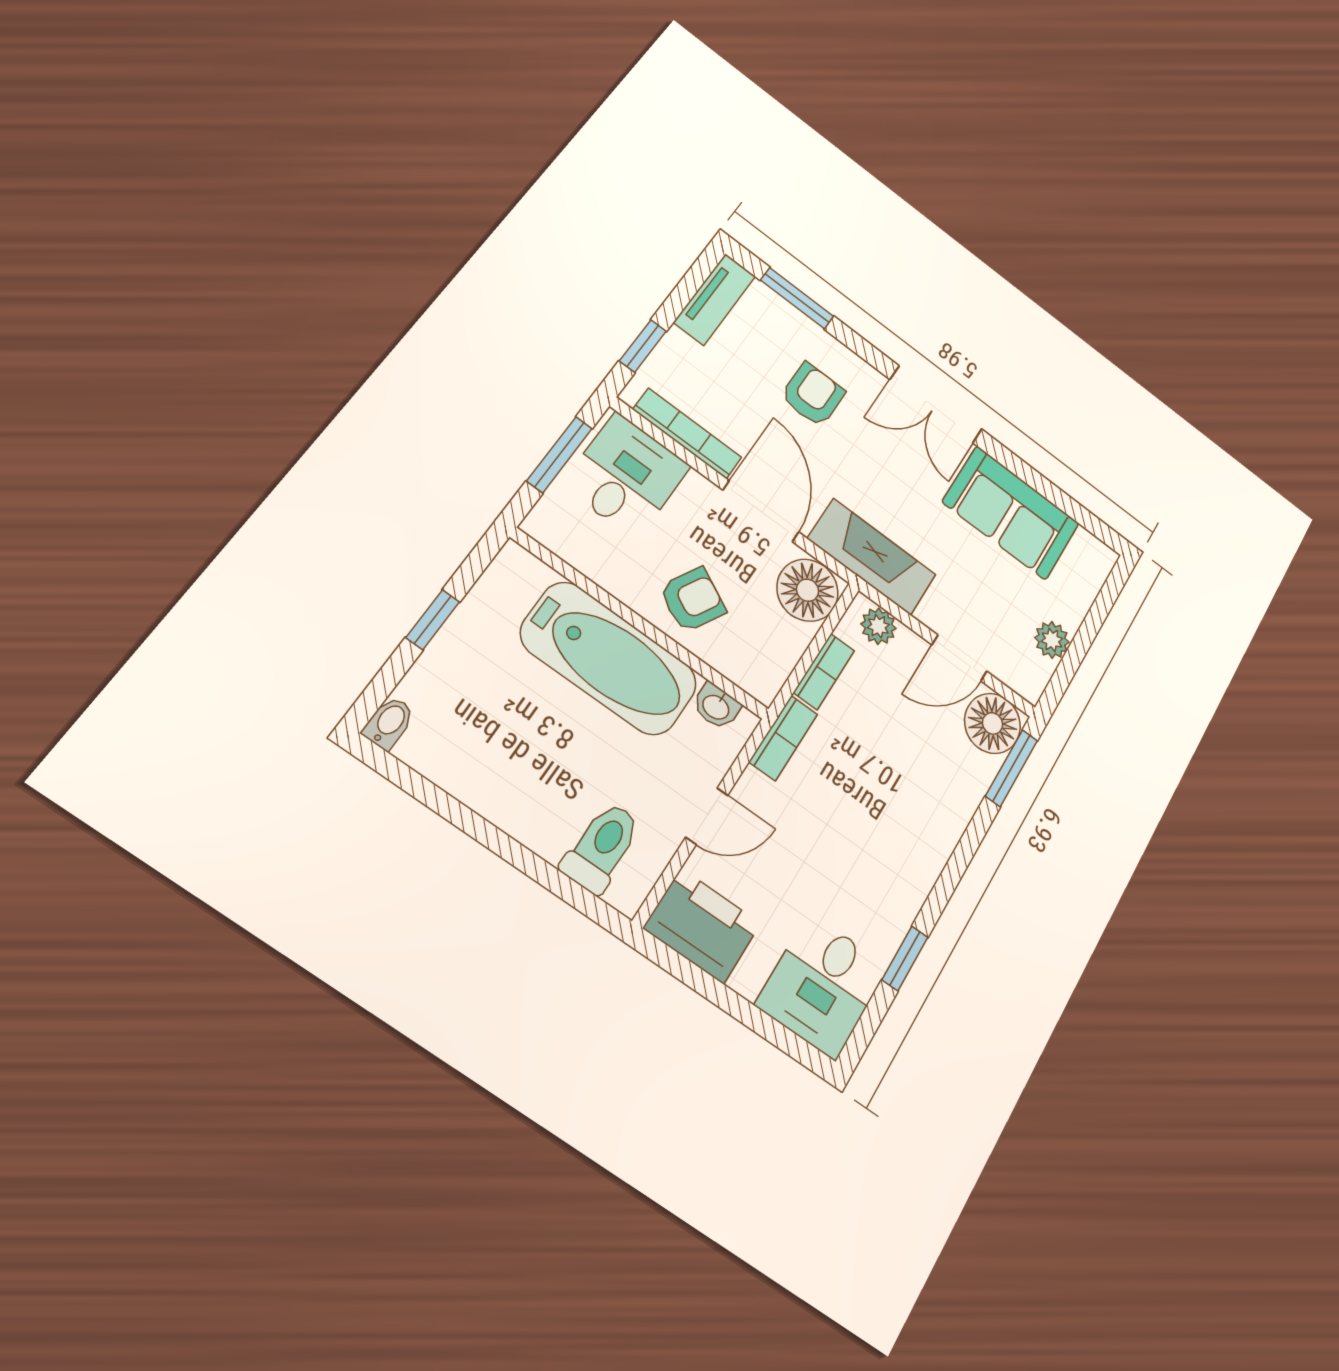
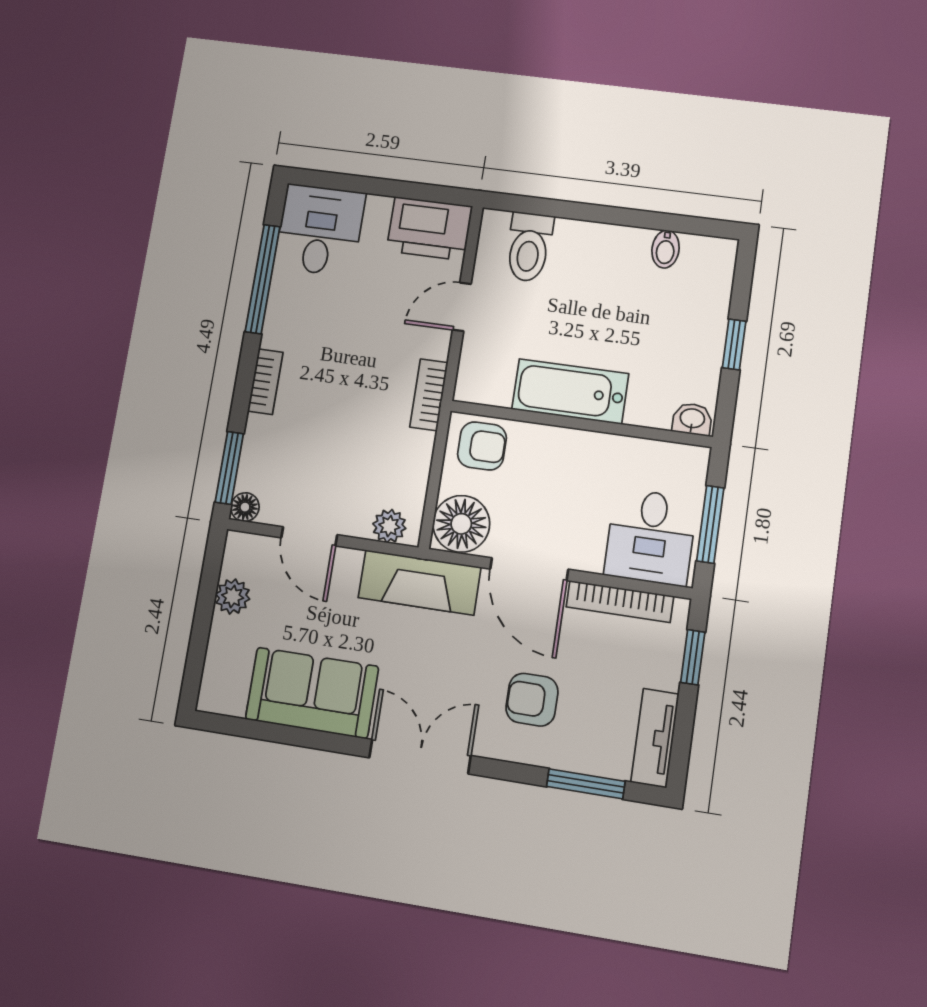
armchair: (813, 395) -> (532, 700), turned 90
armchair: (693, 600) -> (482, 446), moved, turned -118
bathtub: (609, 658) -> (570, 391), width x0.73, depth x0.73
door: (959, 658) -> (309, 536), swing flipped
bookcase: (824, 672) -> (265, 382), moved, turned 180
washbasin: (716, 706) -> (692, 419), moved
bidet: (389, 723) -> (666, 249), moved
floor lamp: (993, 723) -> (245, 507), width x0.53, depth x0.53
window: (905, 958) -> (263, 279), width x2.17

